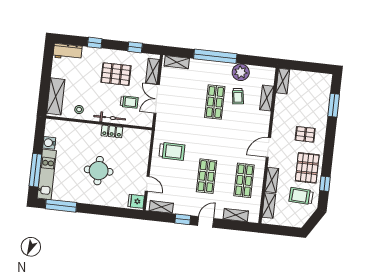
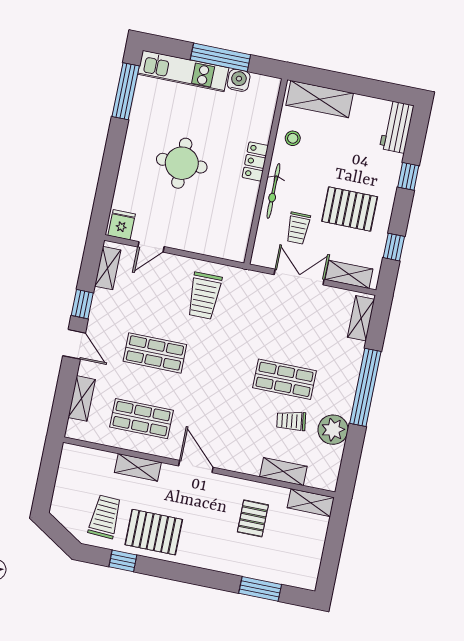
pallet: (116, 74) -> (350, 209), turned 90
locker: (112, 131) -> (255, 161), moved
pallet: (305, 134) -> (253, 518), moved
window: (35, 170) -> (220, 57), moved
shelving: (269, 206) -> (93, 458), removed

